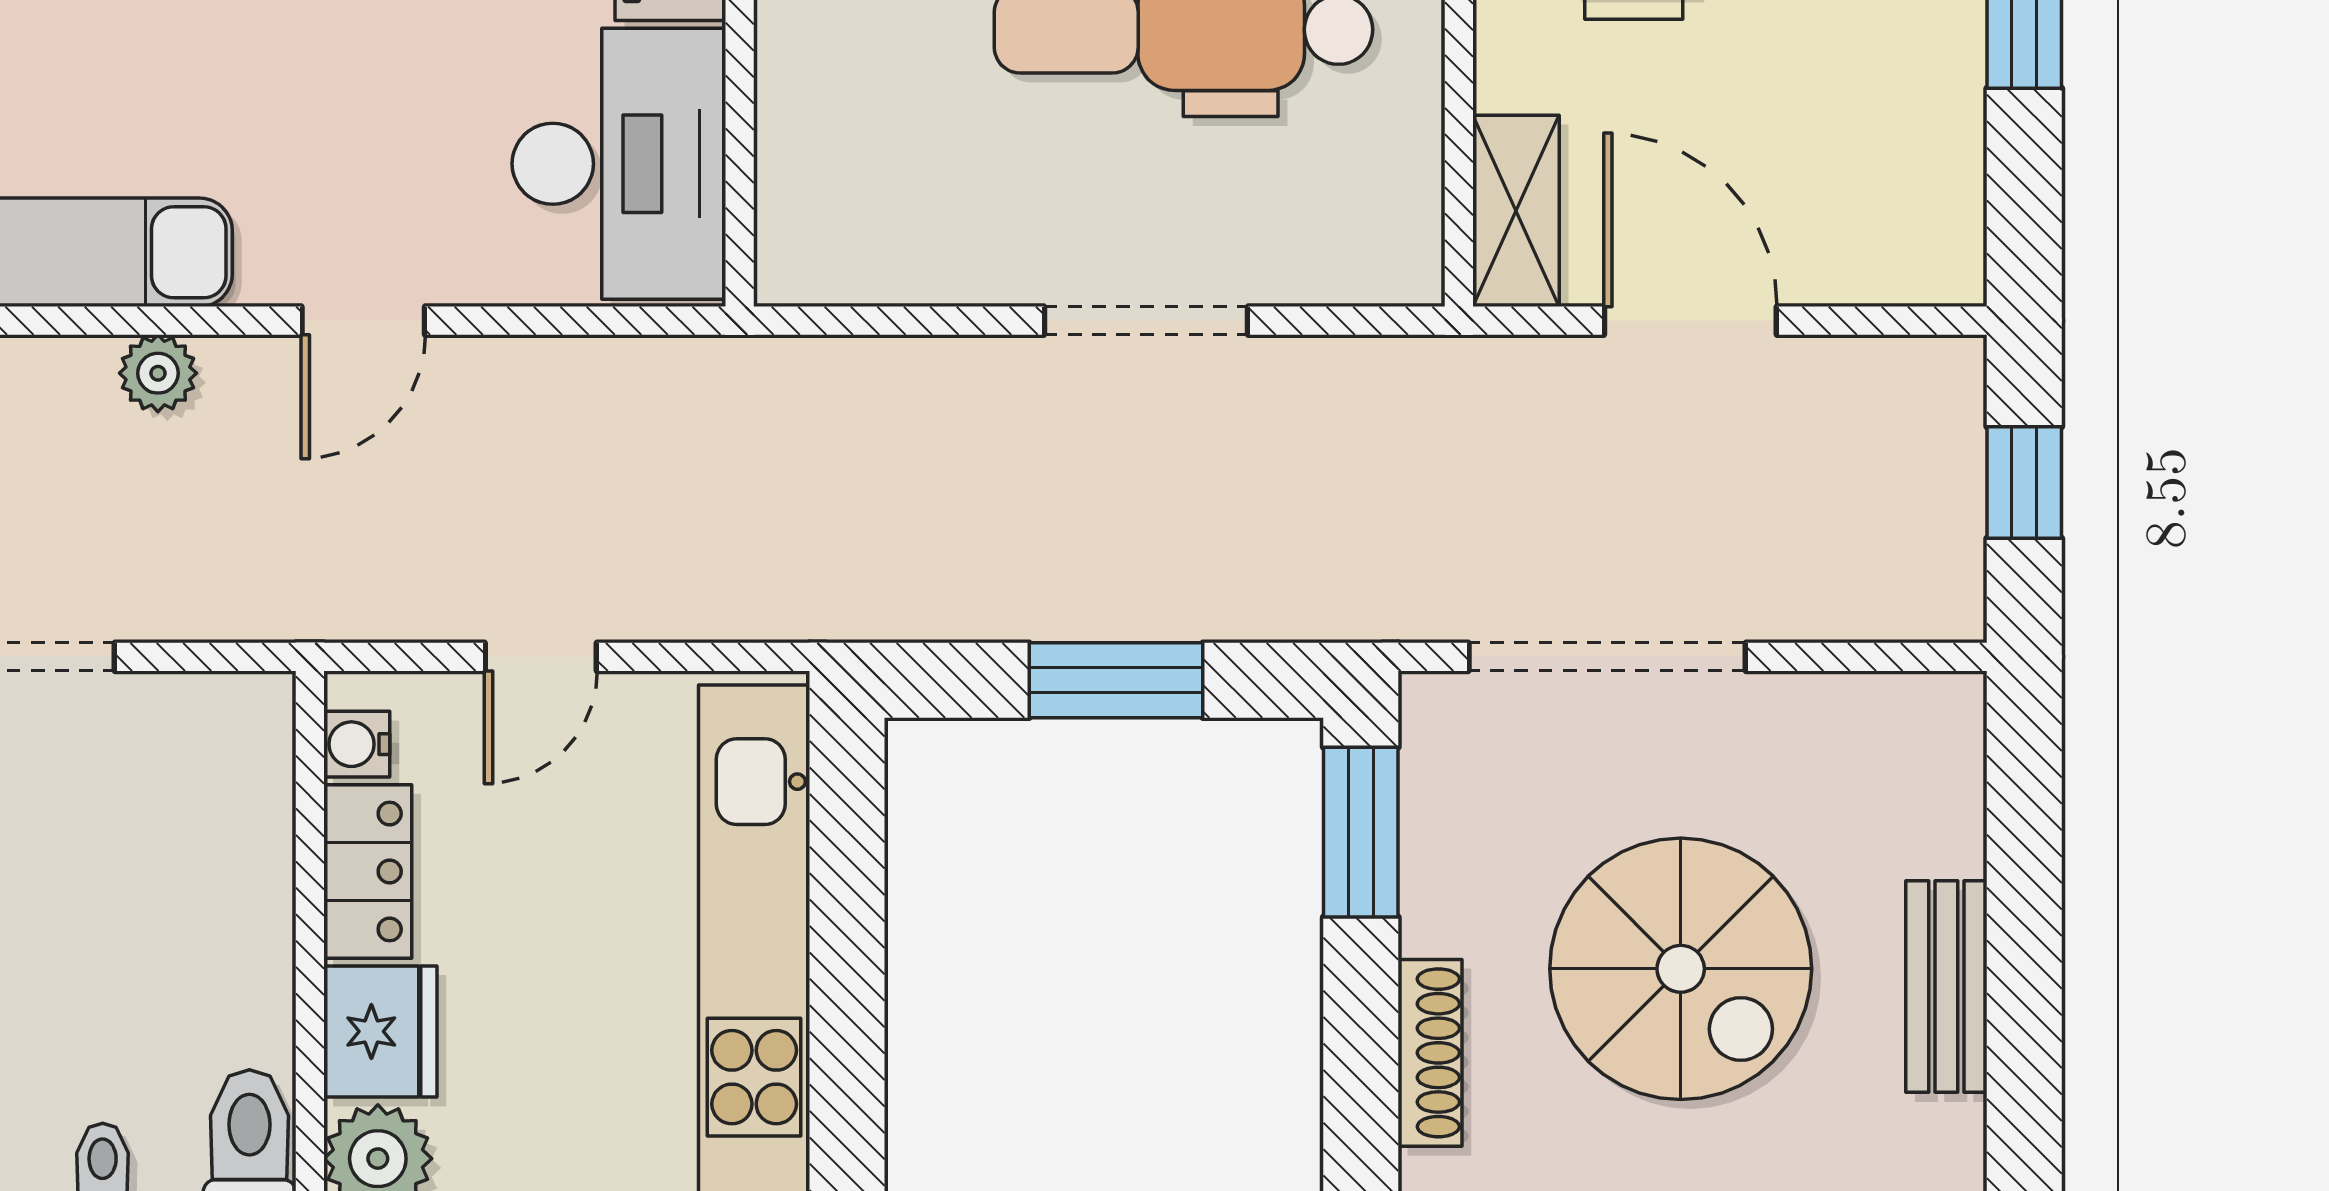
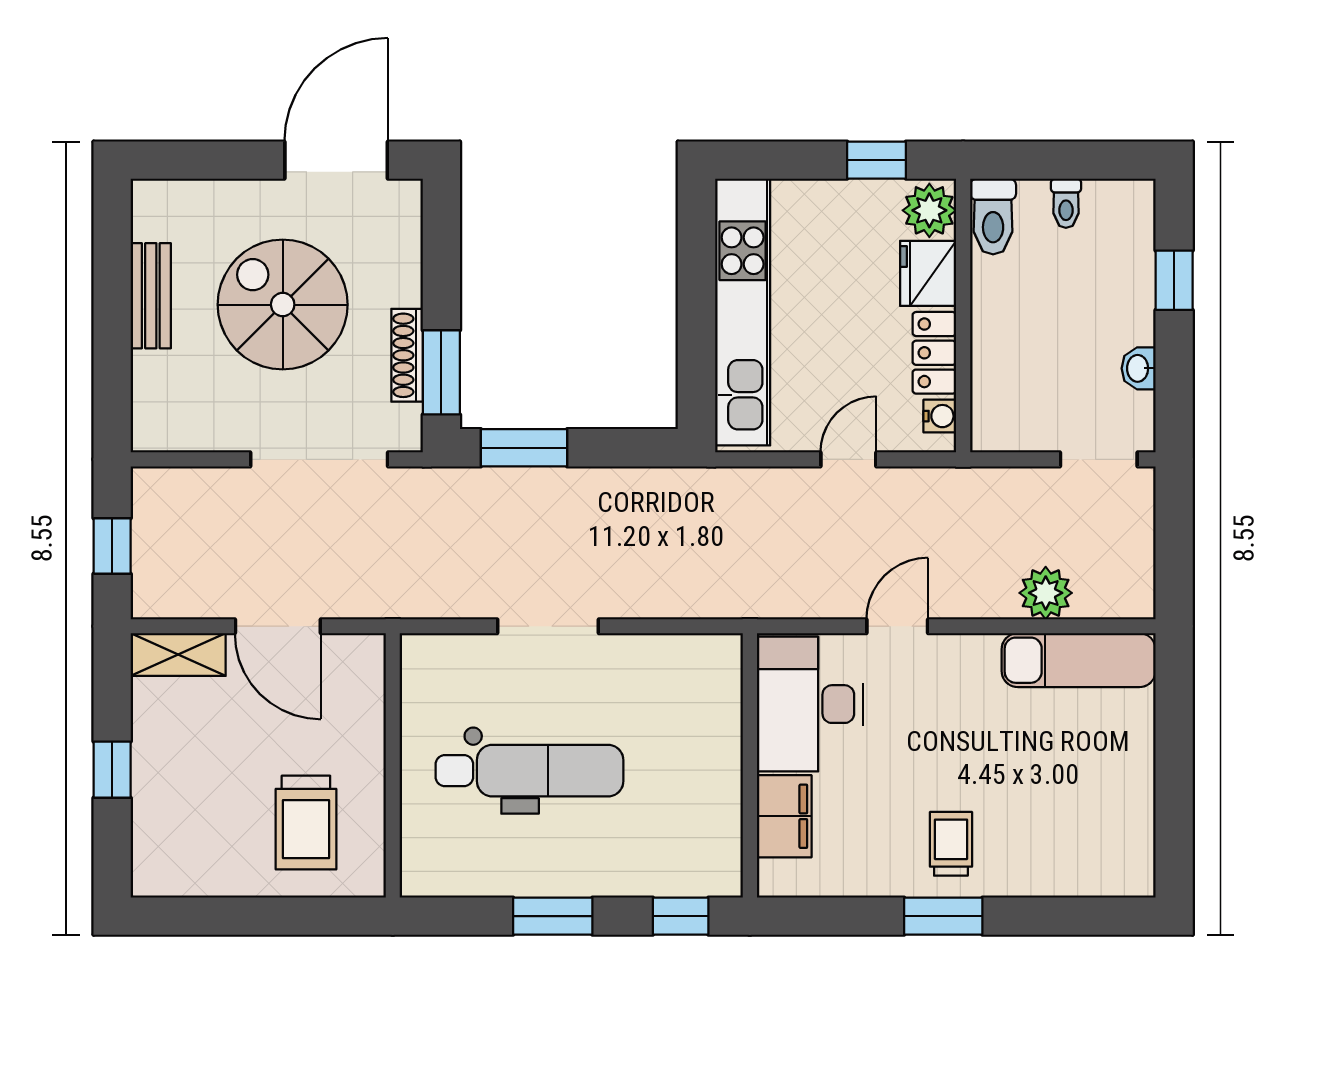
shelving: (1516, 211) -> (178, 655), moved, turned 90
door: (363, 321) -> (897, 626), moved
plant: (158, 373) -> (1046, 593), width x1.38, depth x1.38
window: (1116, 680) -> (524, 448), moved
shoe rack: (1430, 1053) -> (407, 355), moved

